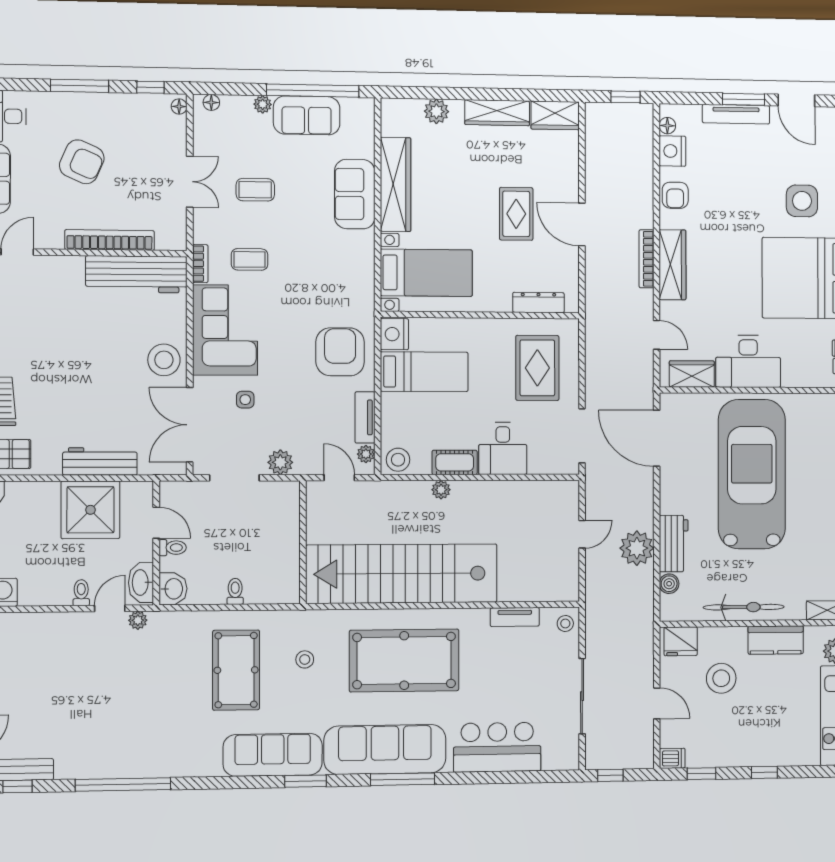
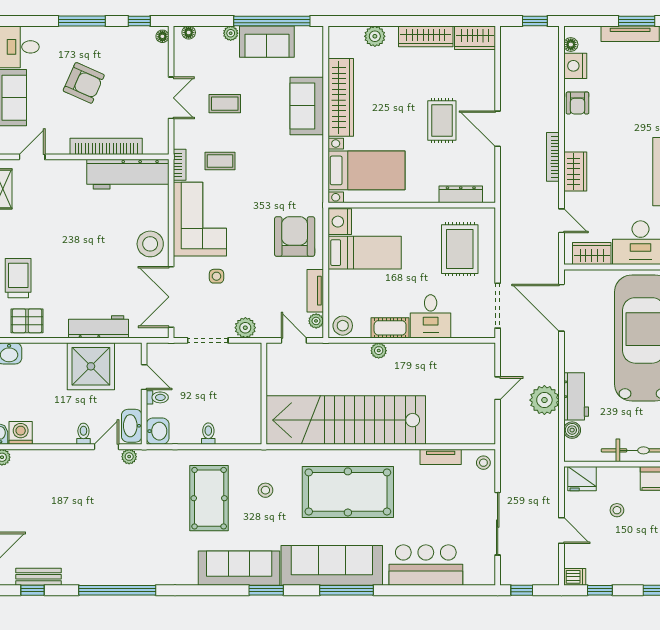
wardrobe: (672, 265) -> (575, 172), width x0.67
stool: (721, 678) -> (617, 510), width x0.53, depth x0.53

